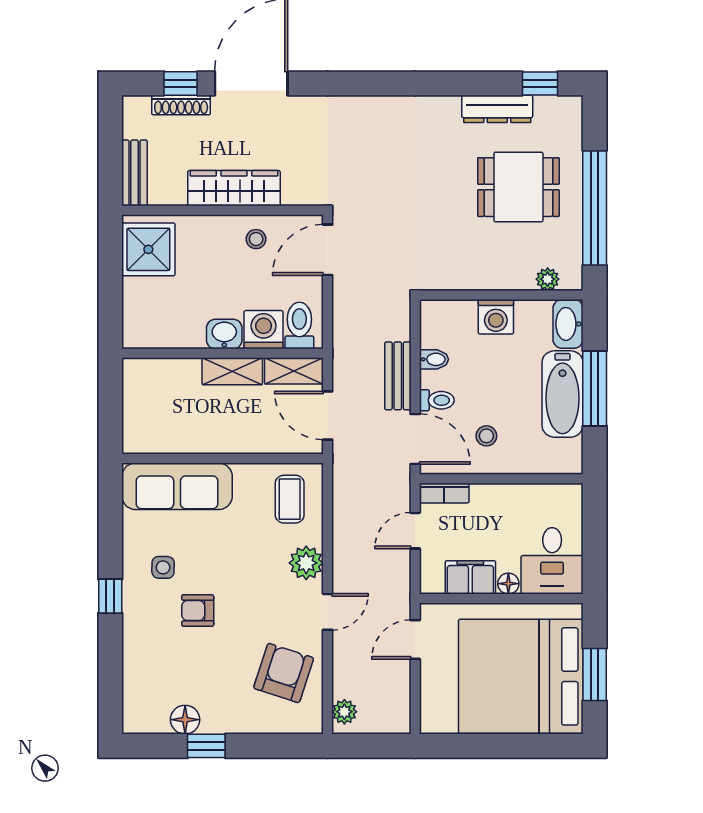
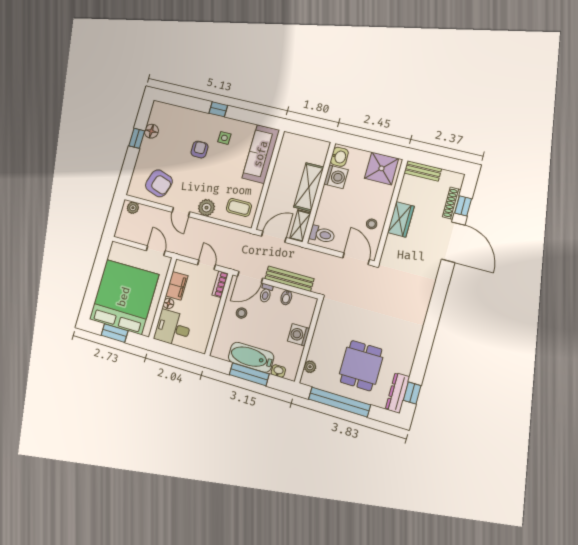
dresser: (497, 109) -> (398, 393), moved
wardrobe: (234, 188) -> (401, 219), width x0.67
washbasin: (568, 324) -> (278, 371), width x0.52, depth x0.69
washing machine: (264, 330) -> (336, 177), moved
washbasin: (224, 334) -> (339, 157), moved
shelving: (232, 371) -> (309, 187), width x1.50, depth x1.33
bench: (398, 376) -> (289, 279), width x1.36

